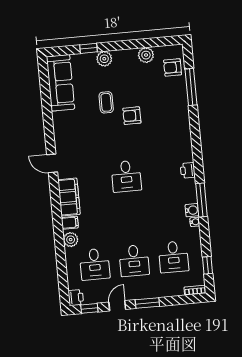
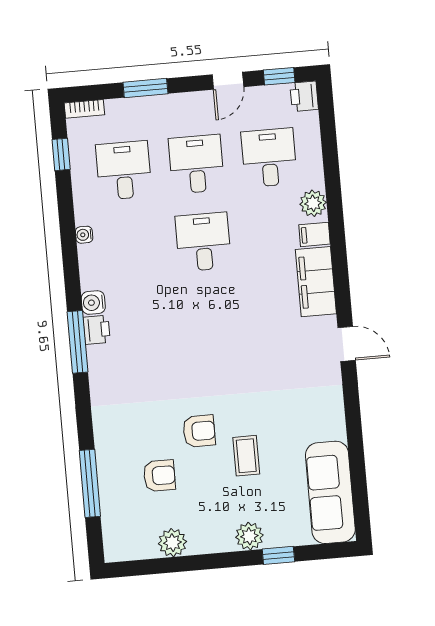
armchair: (172, 67) -> (159, 476), moved
desk: (126, 176) -> (203, 242), moved
window: (201, 200) -> (77, 342), moved
water cooler: (192, 210) -> (93, 303), moved
window: (147, 303) -> (145, 88), moved

